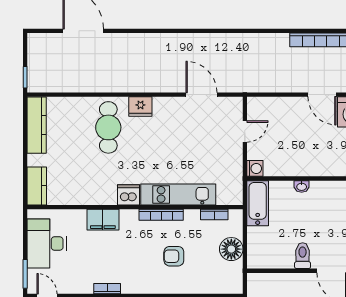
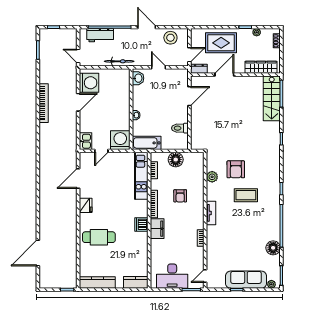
kitchen sink: (260, 106) -> (86, 141), added
fridge: (140, 107) -> (86, 205), moved
door: (245, 131) -> (101, 151), swing flipped
washing machine: (255, 168) -> (120, 140), width x1.89, depth x1.89
kitchen unit: (178, 194) -> (141, 176), moved
filing cabinet: (103, 220) -> (157, 229), moved
toilet: (303, 256) -> (180, 128), moved

